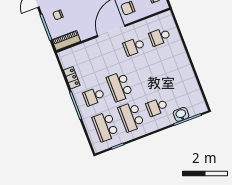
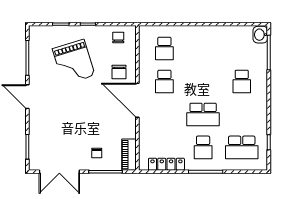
locker: (72, 78) -> (166, 164), width x1.53
washbasin: (181, 114) -> (260, 35), moved
school desk: (131, 117) -> (242, 114), removed

